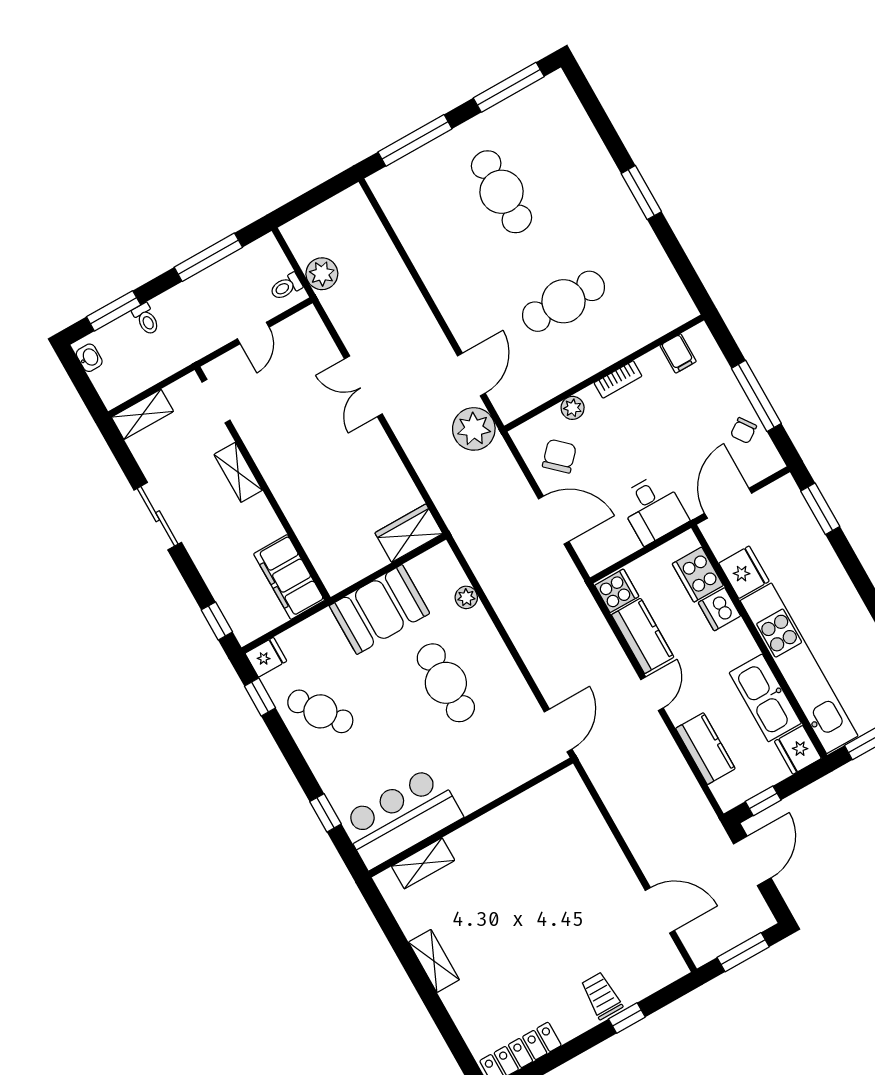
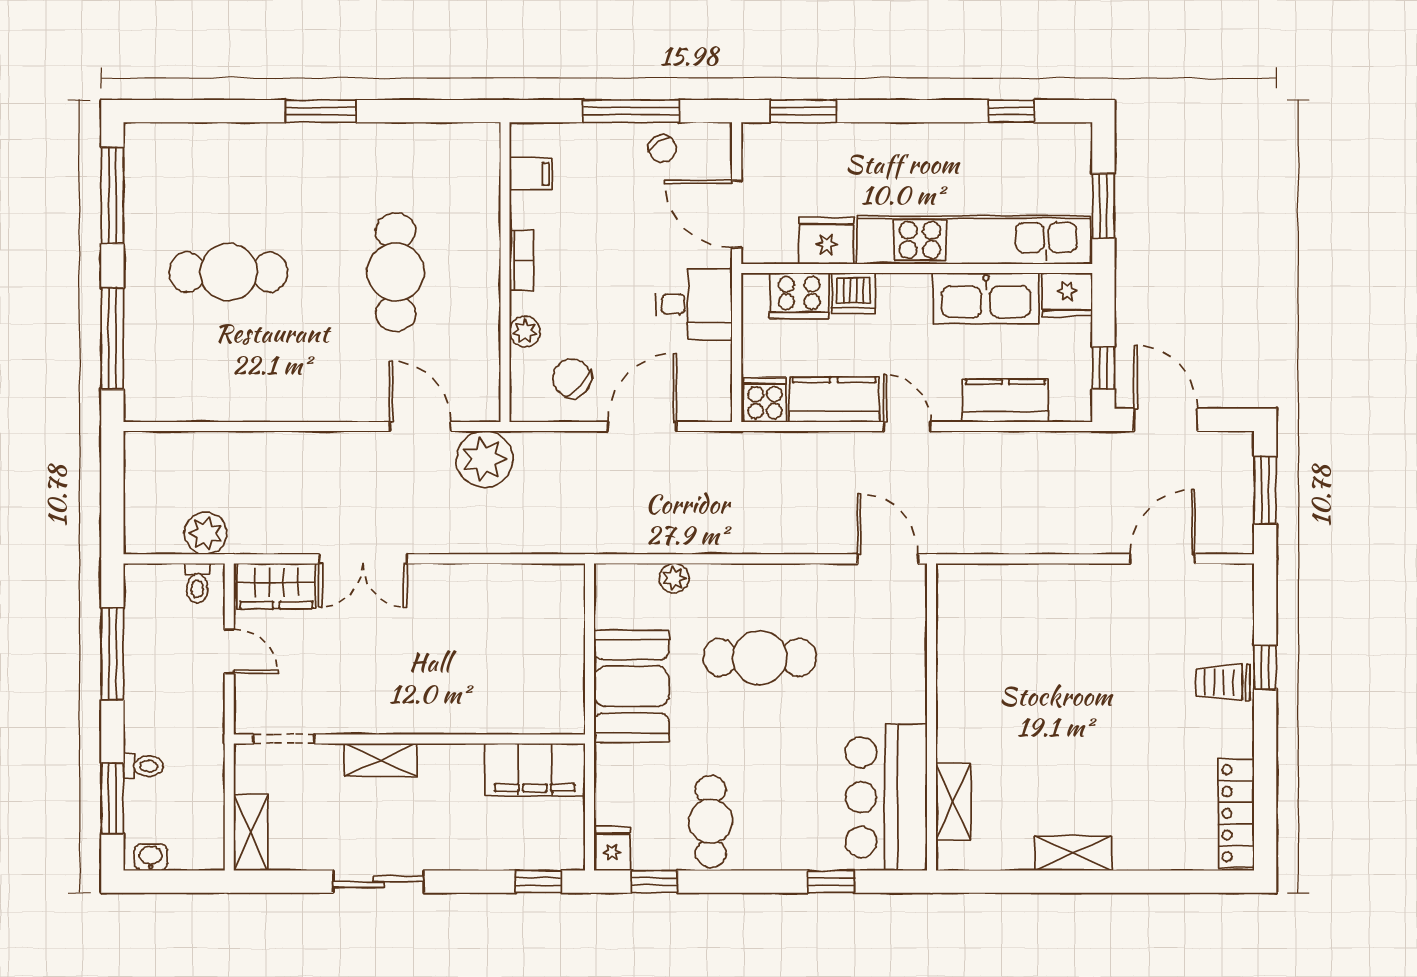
wardrobe: (409, 533) -> (276, 586), moved, turned -90
cafe table: (320, 711) -> (711, 821), turned -54

